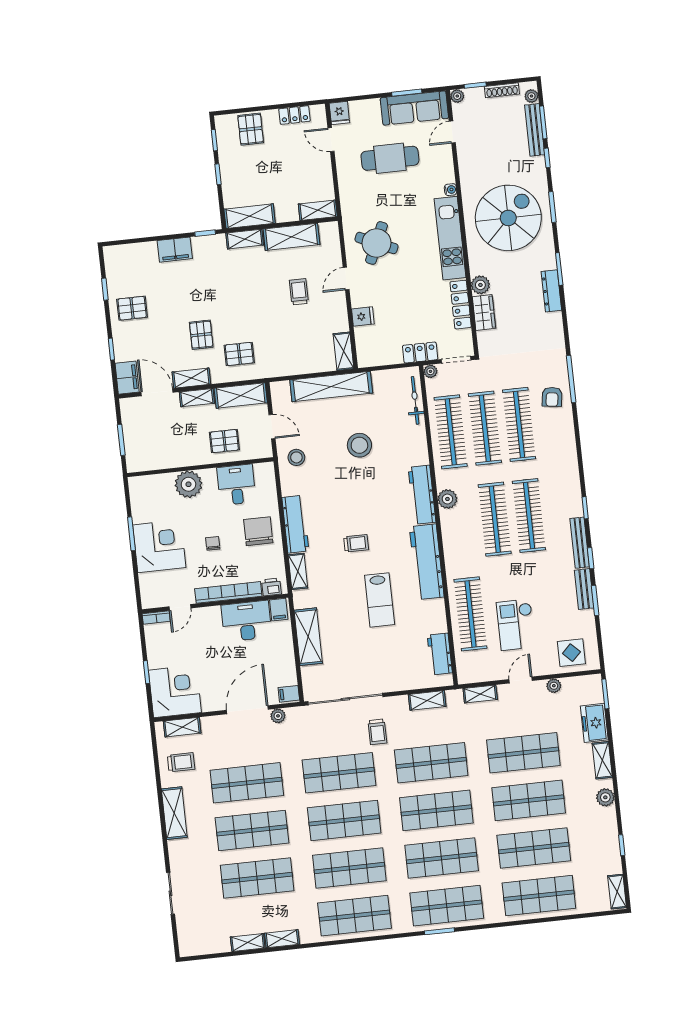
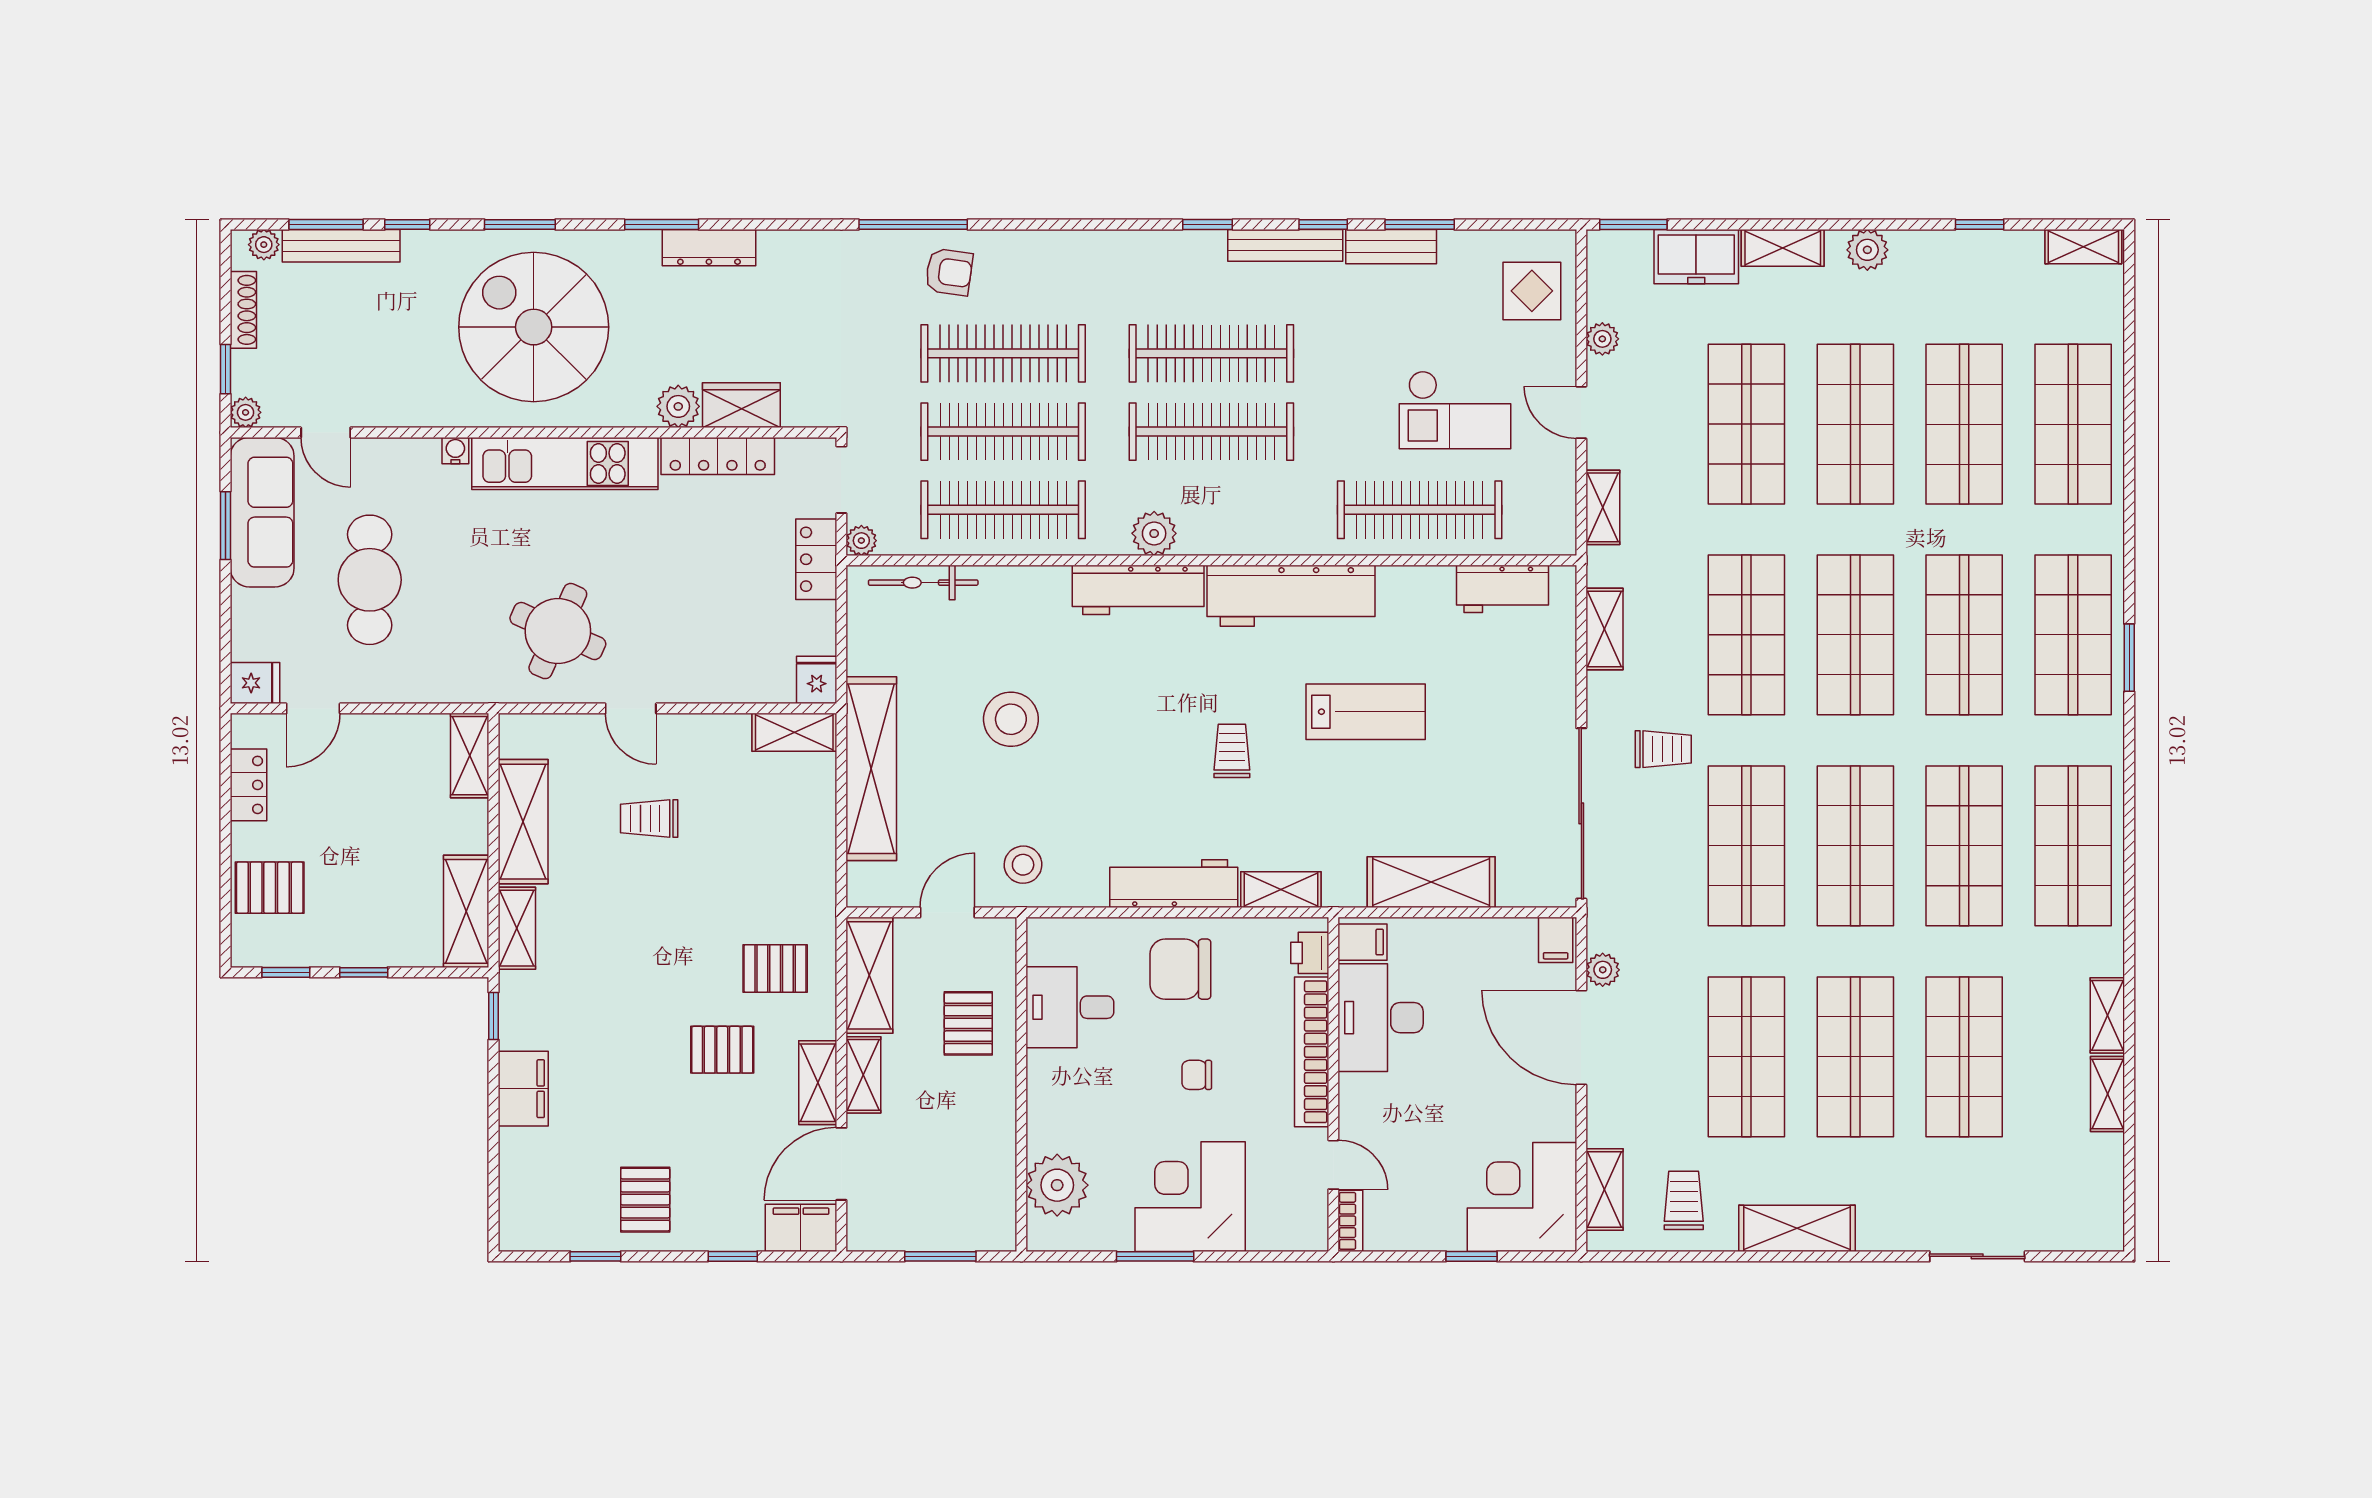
fridge: (363, 316) -> (817, 680), moved
pallet: (239, 354) -> (775, 968), turned 90
plant: (188, 484) -> (1057, 1185), moved

